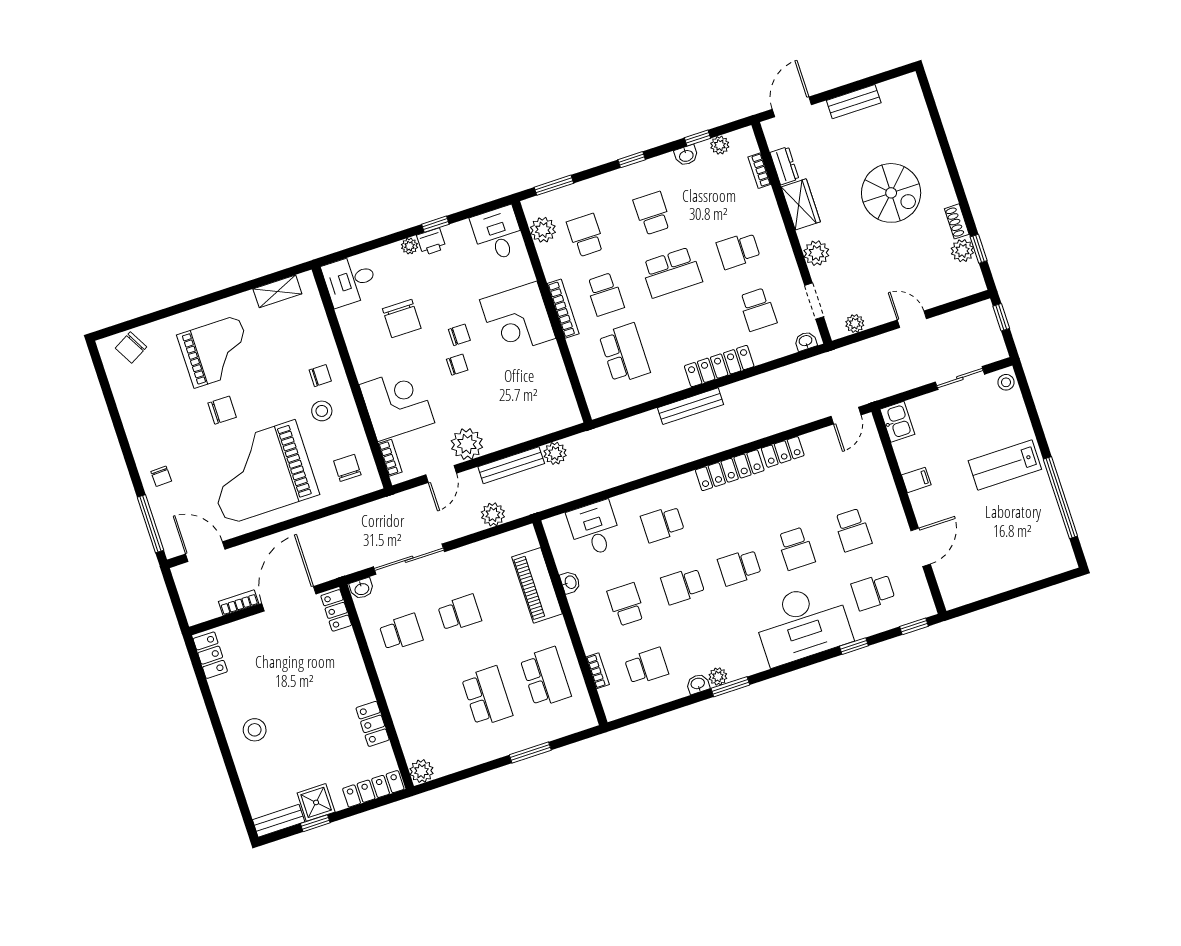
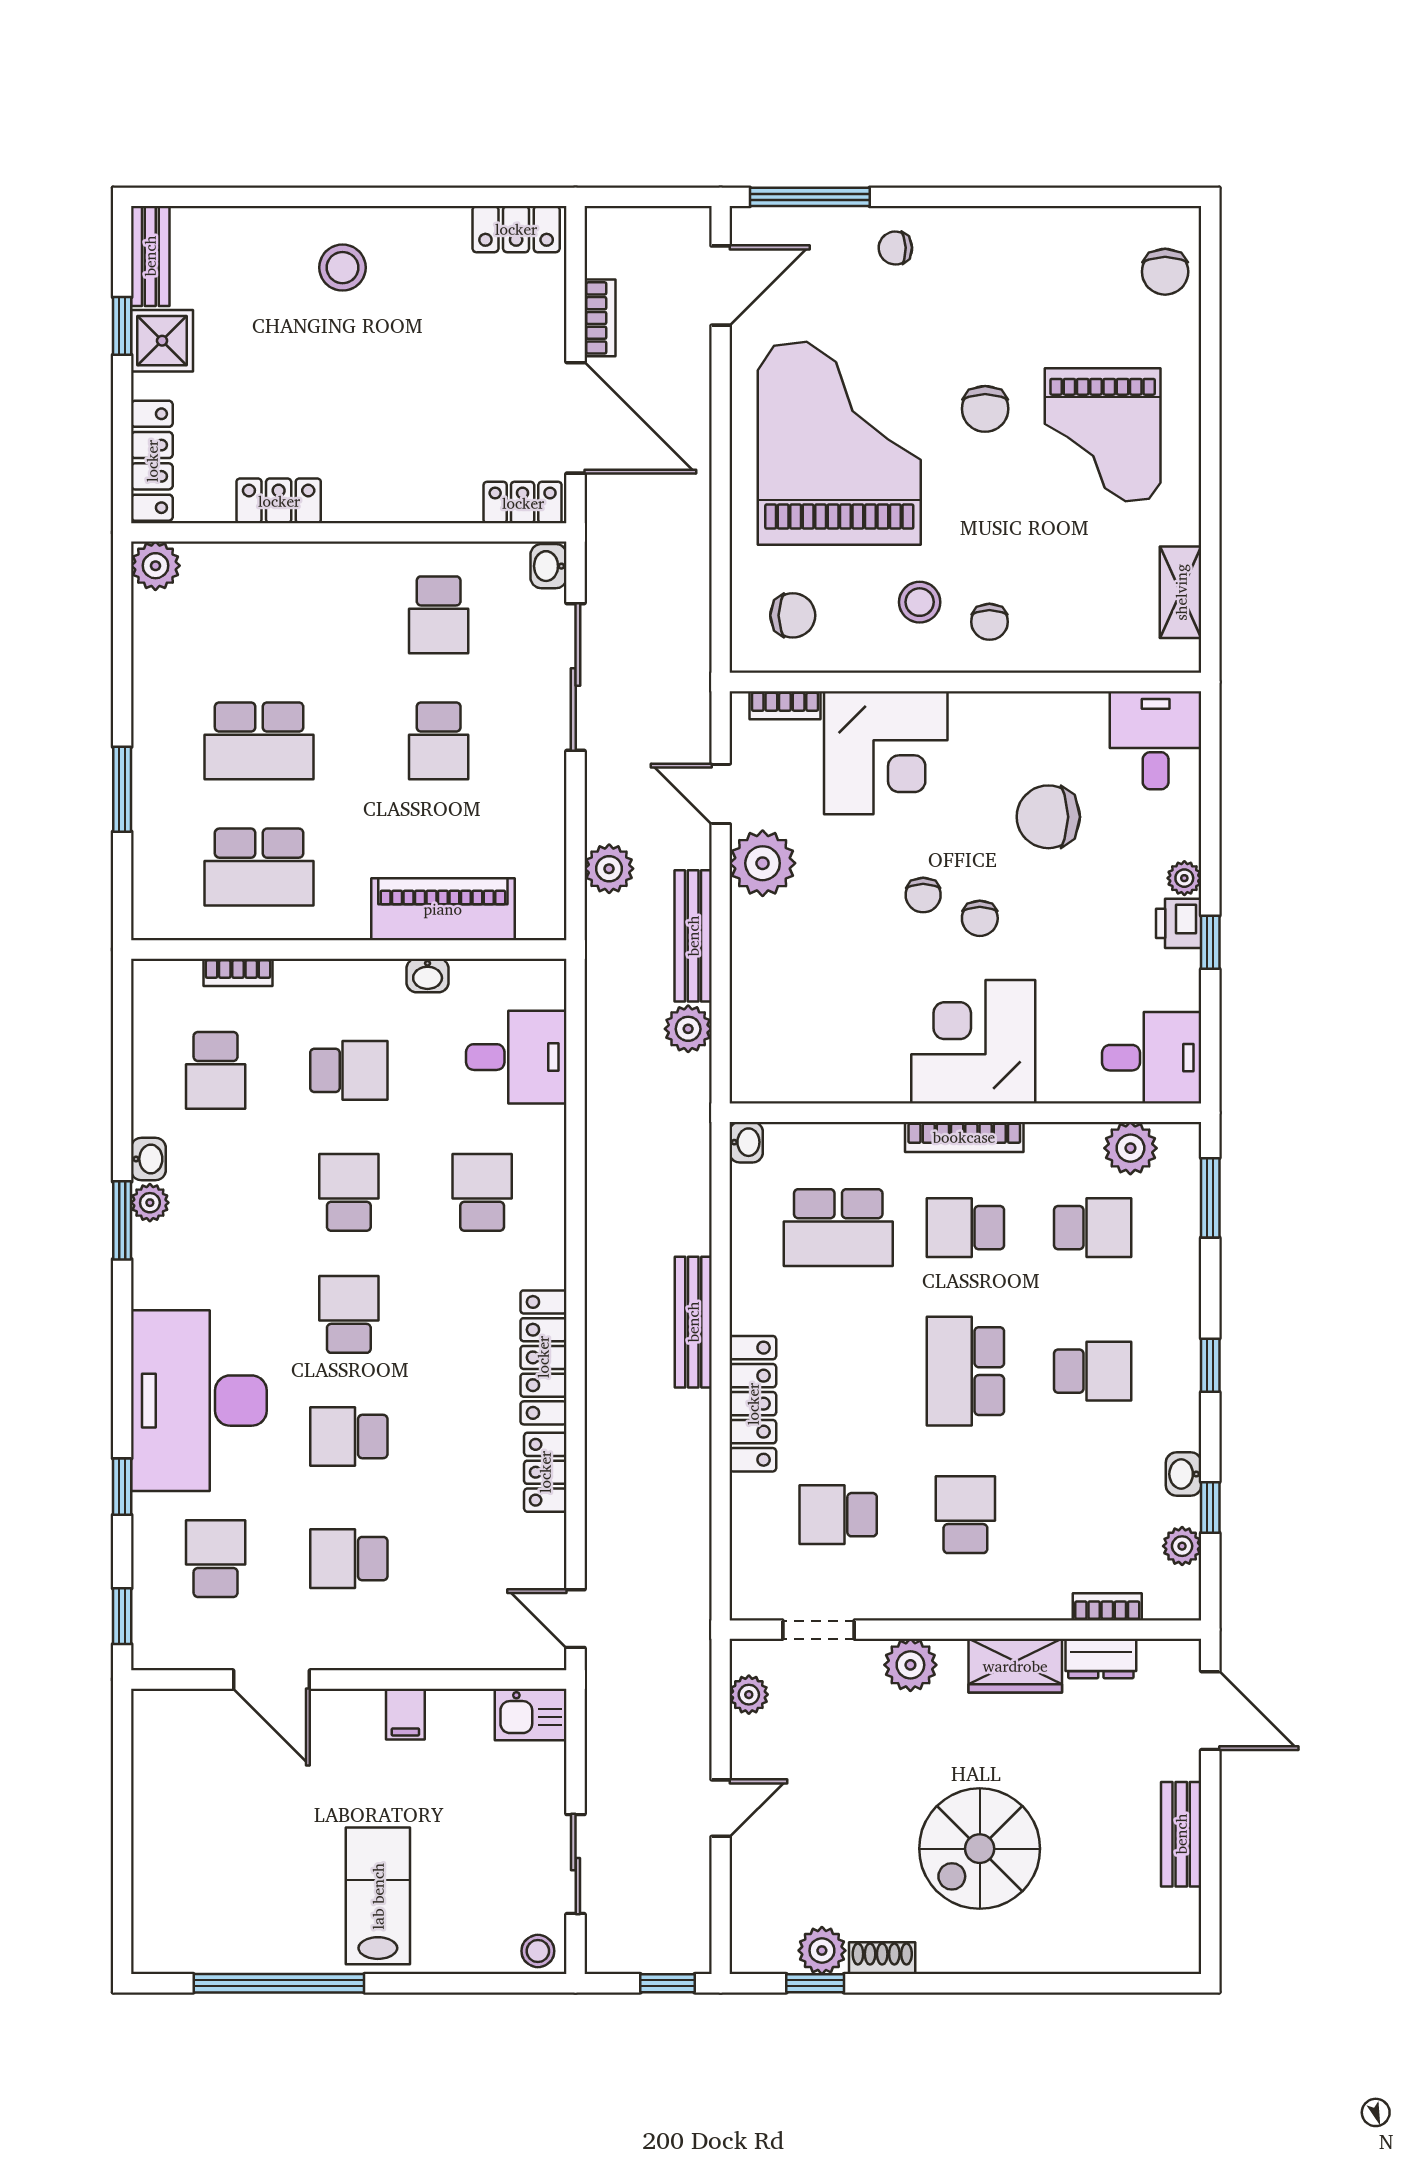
washbasin: (806, 341) -> (746, 1142), moved
chair: (131, 347) -> (1165, 272), turned -151

